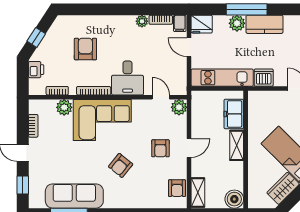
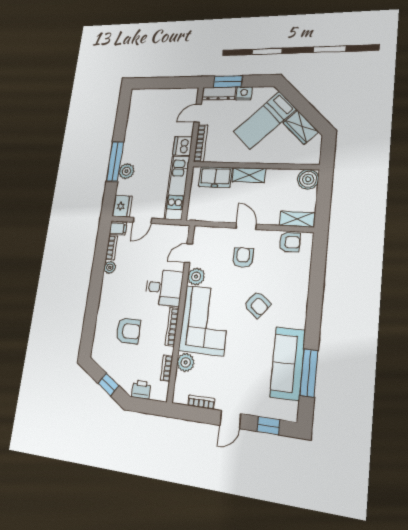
kitchen counter: (264, 24) -> (132, 144), removed
armchair: (85, 49) -> (128, 331), turned 180
bookcase: (267, 95) -> (201, 143), added
plant: (179, 107) -> (196, 277), moved
armchair: (160, 148) -> (243, 258), turned -90

